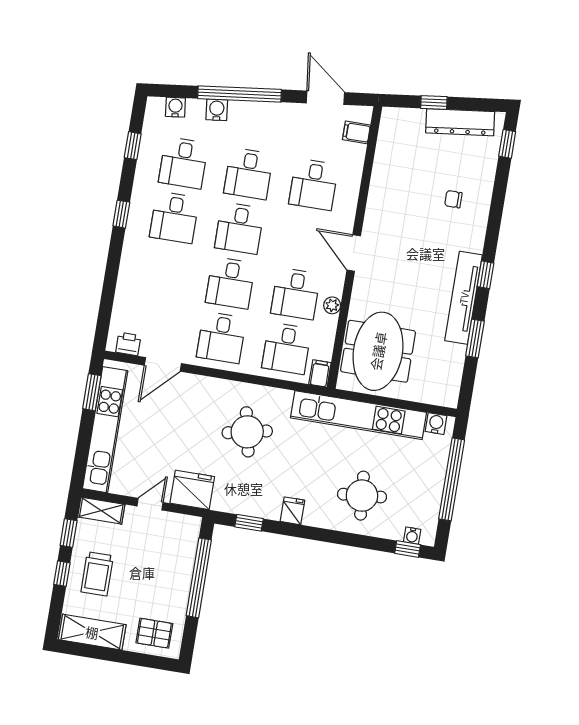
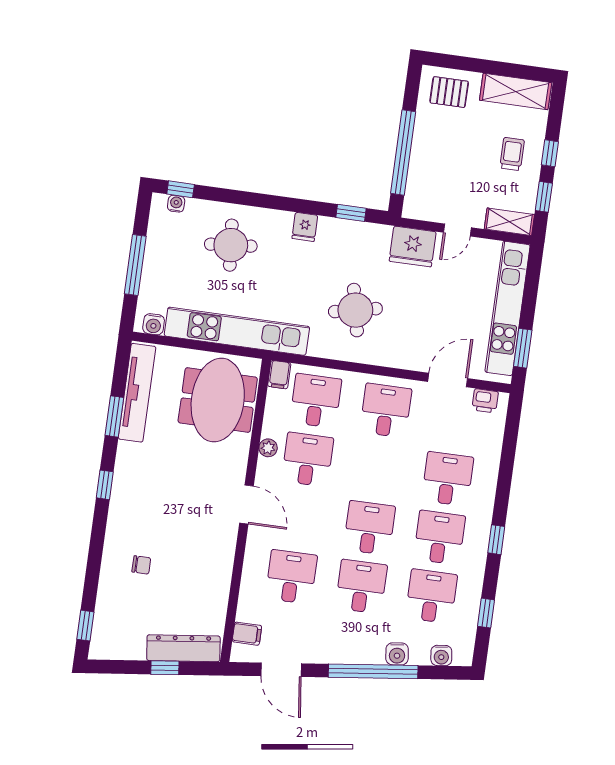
dresser: (460, 122) -> (183, 648), moved
desk: (230, 283) -> (448, 479), moved
tv unit: (464, 298) -> (137, 393), moved
window: (452, 479) -> (135, 265), width x0.68
trolley: (97, 574) -> (512, 154), width x0.73, depth x0.72

